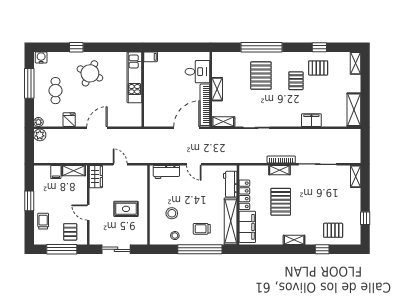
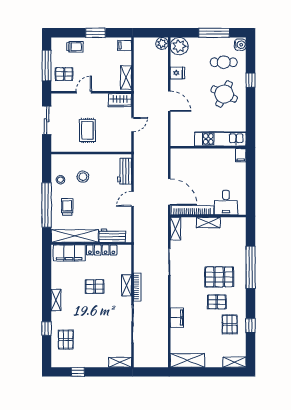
pallet: (261, 76) -> (219, 277), moved
cafe table: (55, 91) -> (224, 62), moved
plant: (38, 122) -> (179, 46), width x1.88, depth x1.88
filing cabinet: (56, 172) -> (125, 45), moved
pallet: (281, 202) -> (95, 287), width x0.67, depth x0.71

